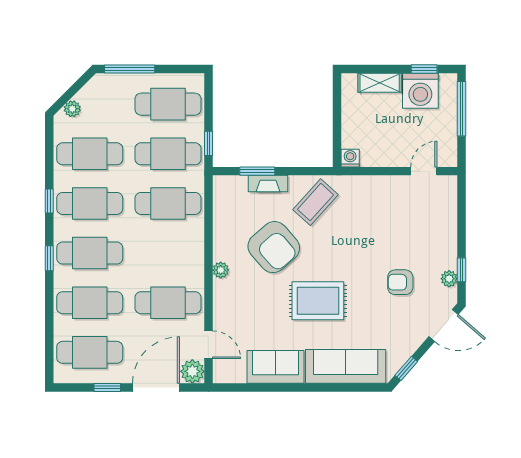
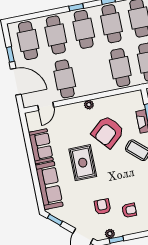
armchair: (416, 238) -> (129, 210), added
plant: (192, 371) -> (29, 100), removed

